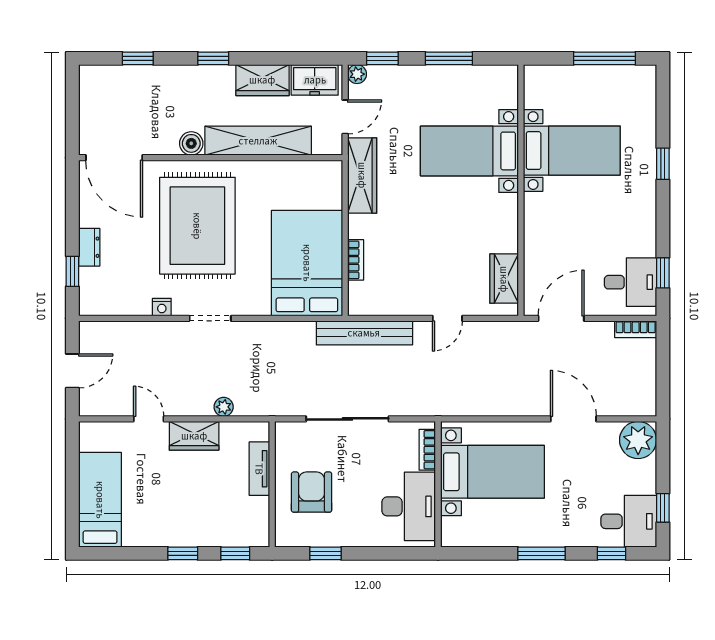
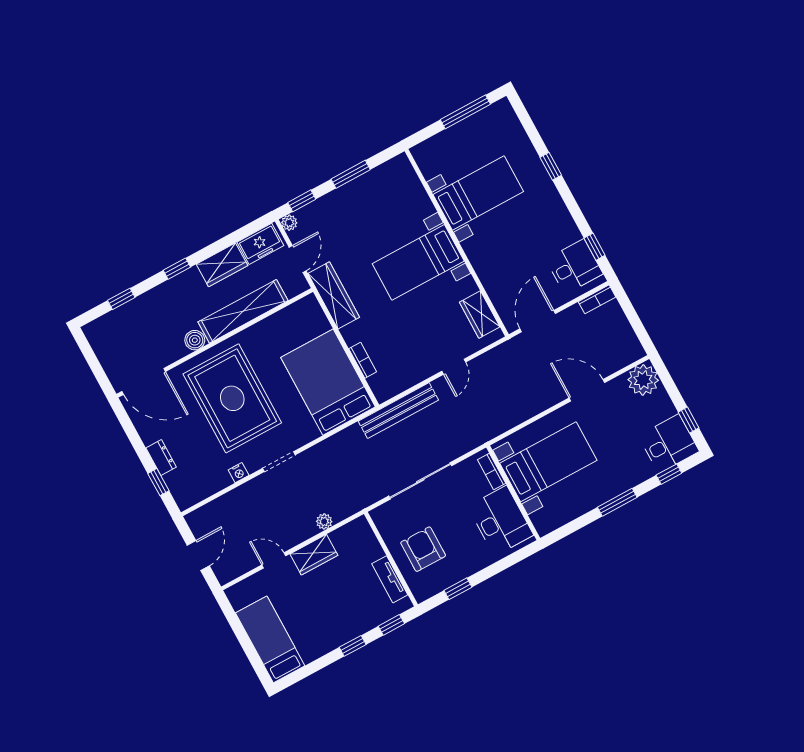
bed with nightstands: (469, 151) -> (418, 262), moved
tv unit: (259, 469) -> (390, 579), moved

